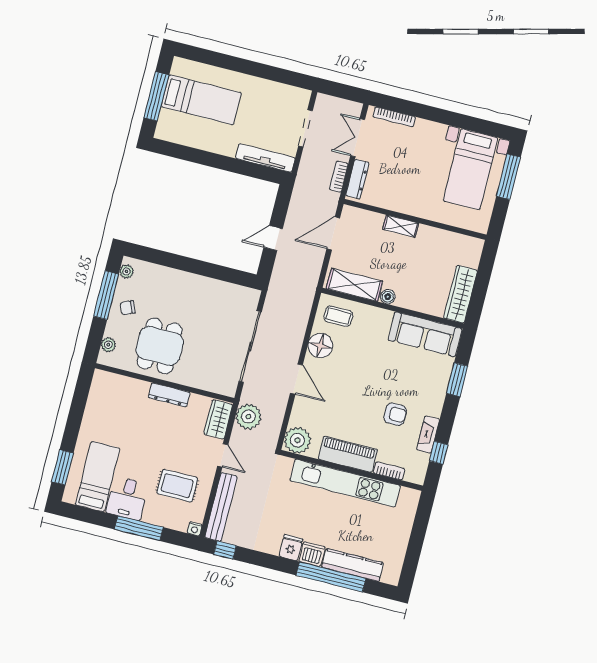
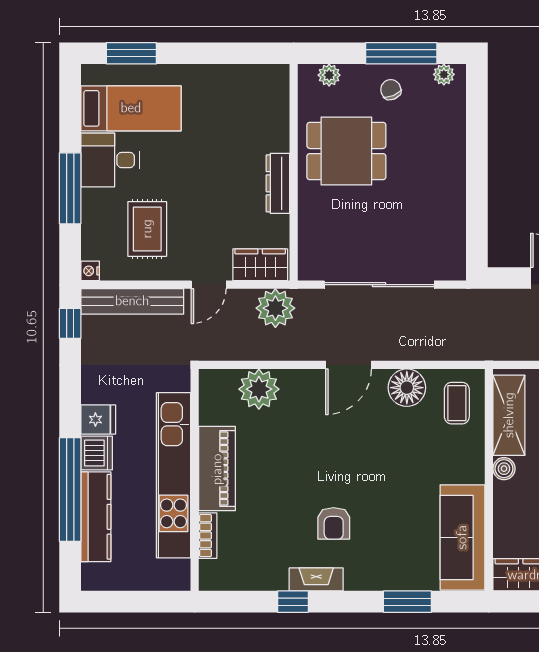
piano: (348, 454) -> (217, 469), moved
wall: (351, 470) -> (195, 480), moved
bookcase: (389, 471) -> (208, 536), moved
kitchen unit: (345, 483) -> (174, 475), moved

